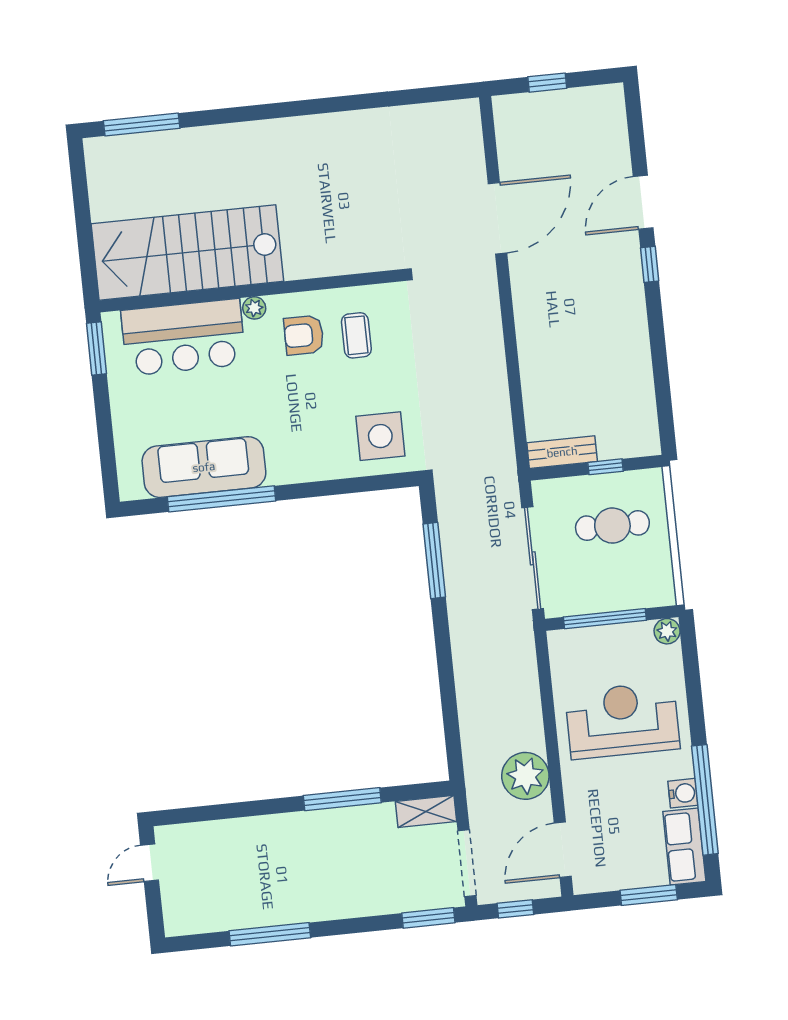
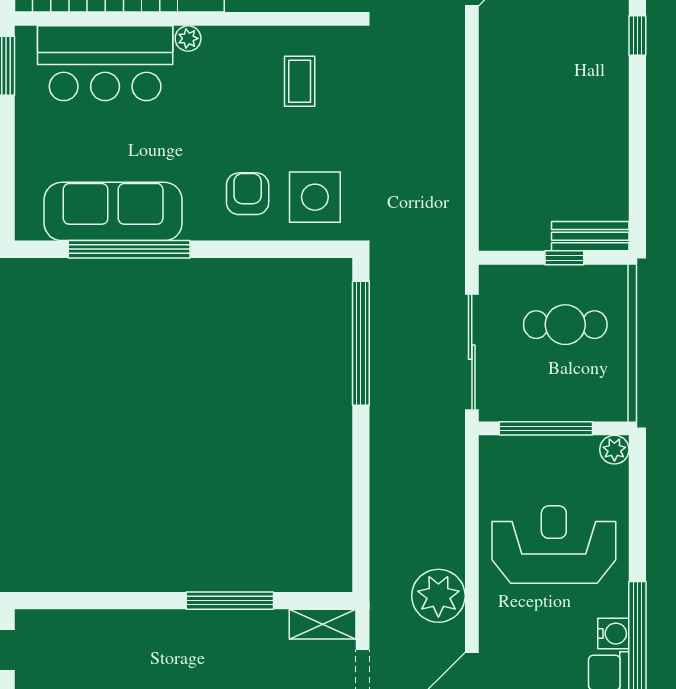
armchair: (304, 335) -> (248, 194), moved, turned 90
bench: (562, 452) -> (590, 236), moved
window: (434, 560) -> (361, 343), width x1.46

